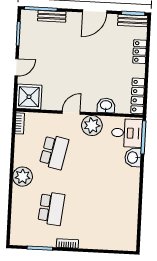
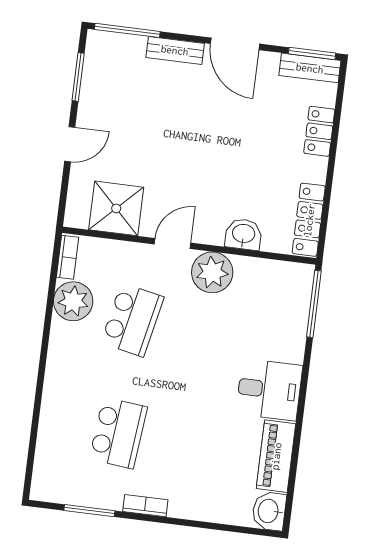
door: (95, 11) -> (235, 44), hinge flipped
bench: (52, 16) -> (175, 50), moved
shower: (29, 97) -> (116, 208), moved
desk: (127, 133) -> (269, 390), moved
washbasin: (133, 158) -> (269, 511), moved
plant: (23, 177) -> (73, 301), moved
piano: (130, 214) -> (276, 456), added

